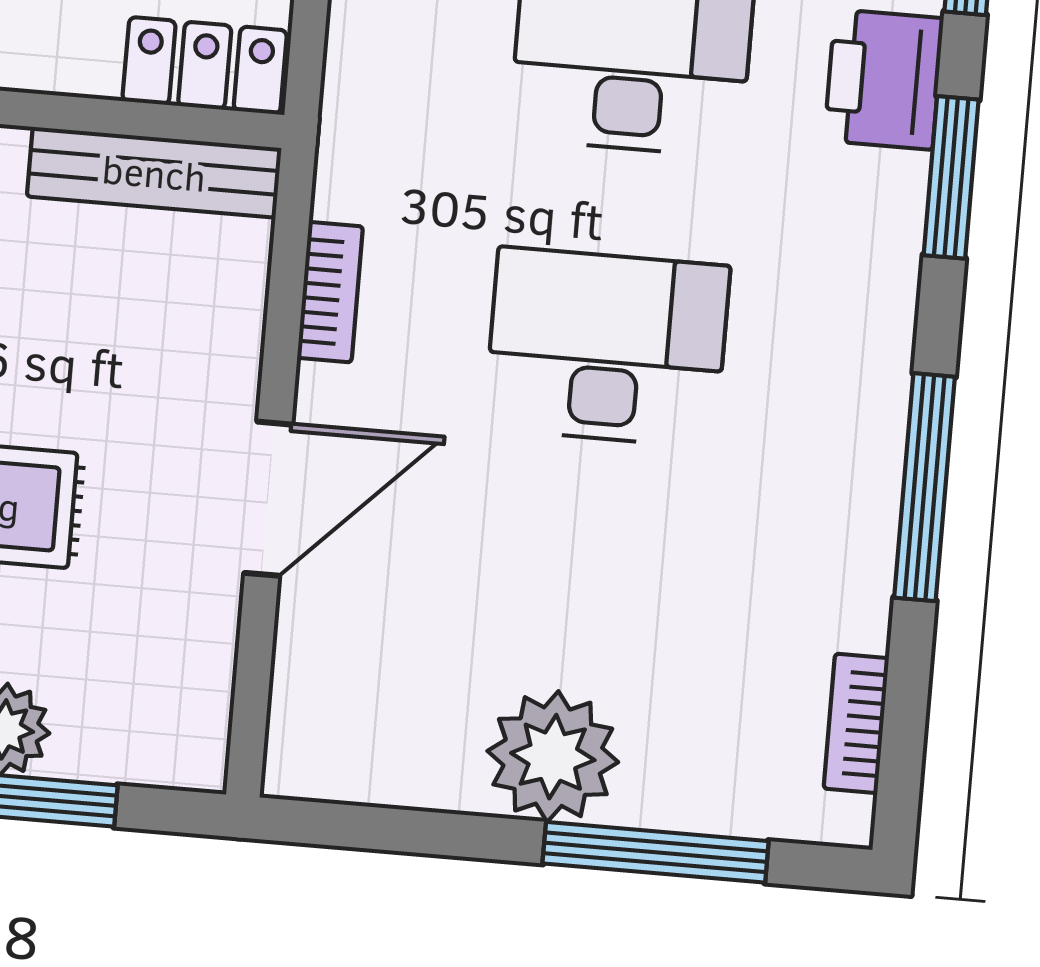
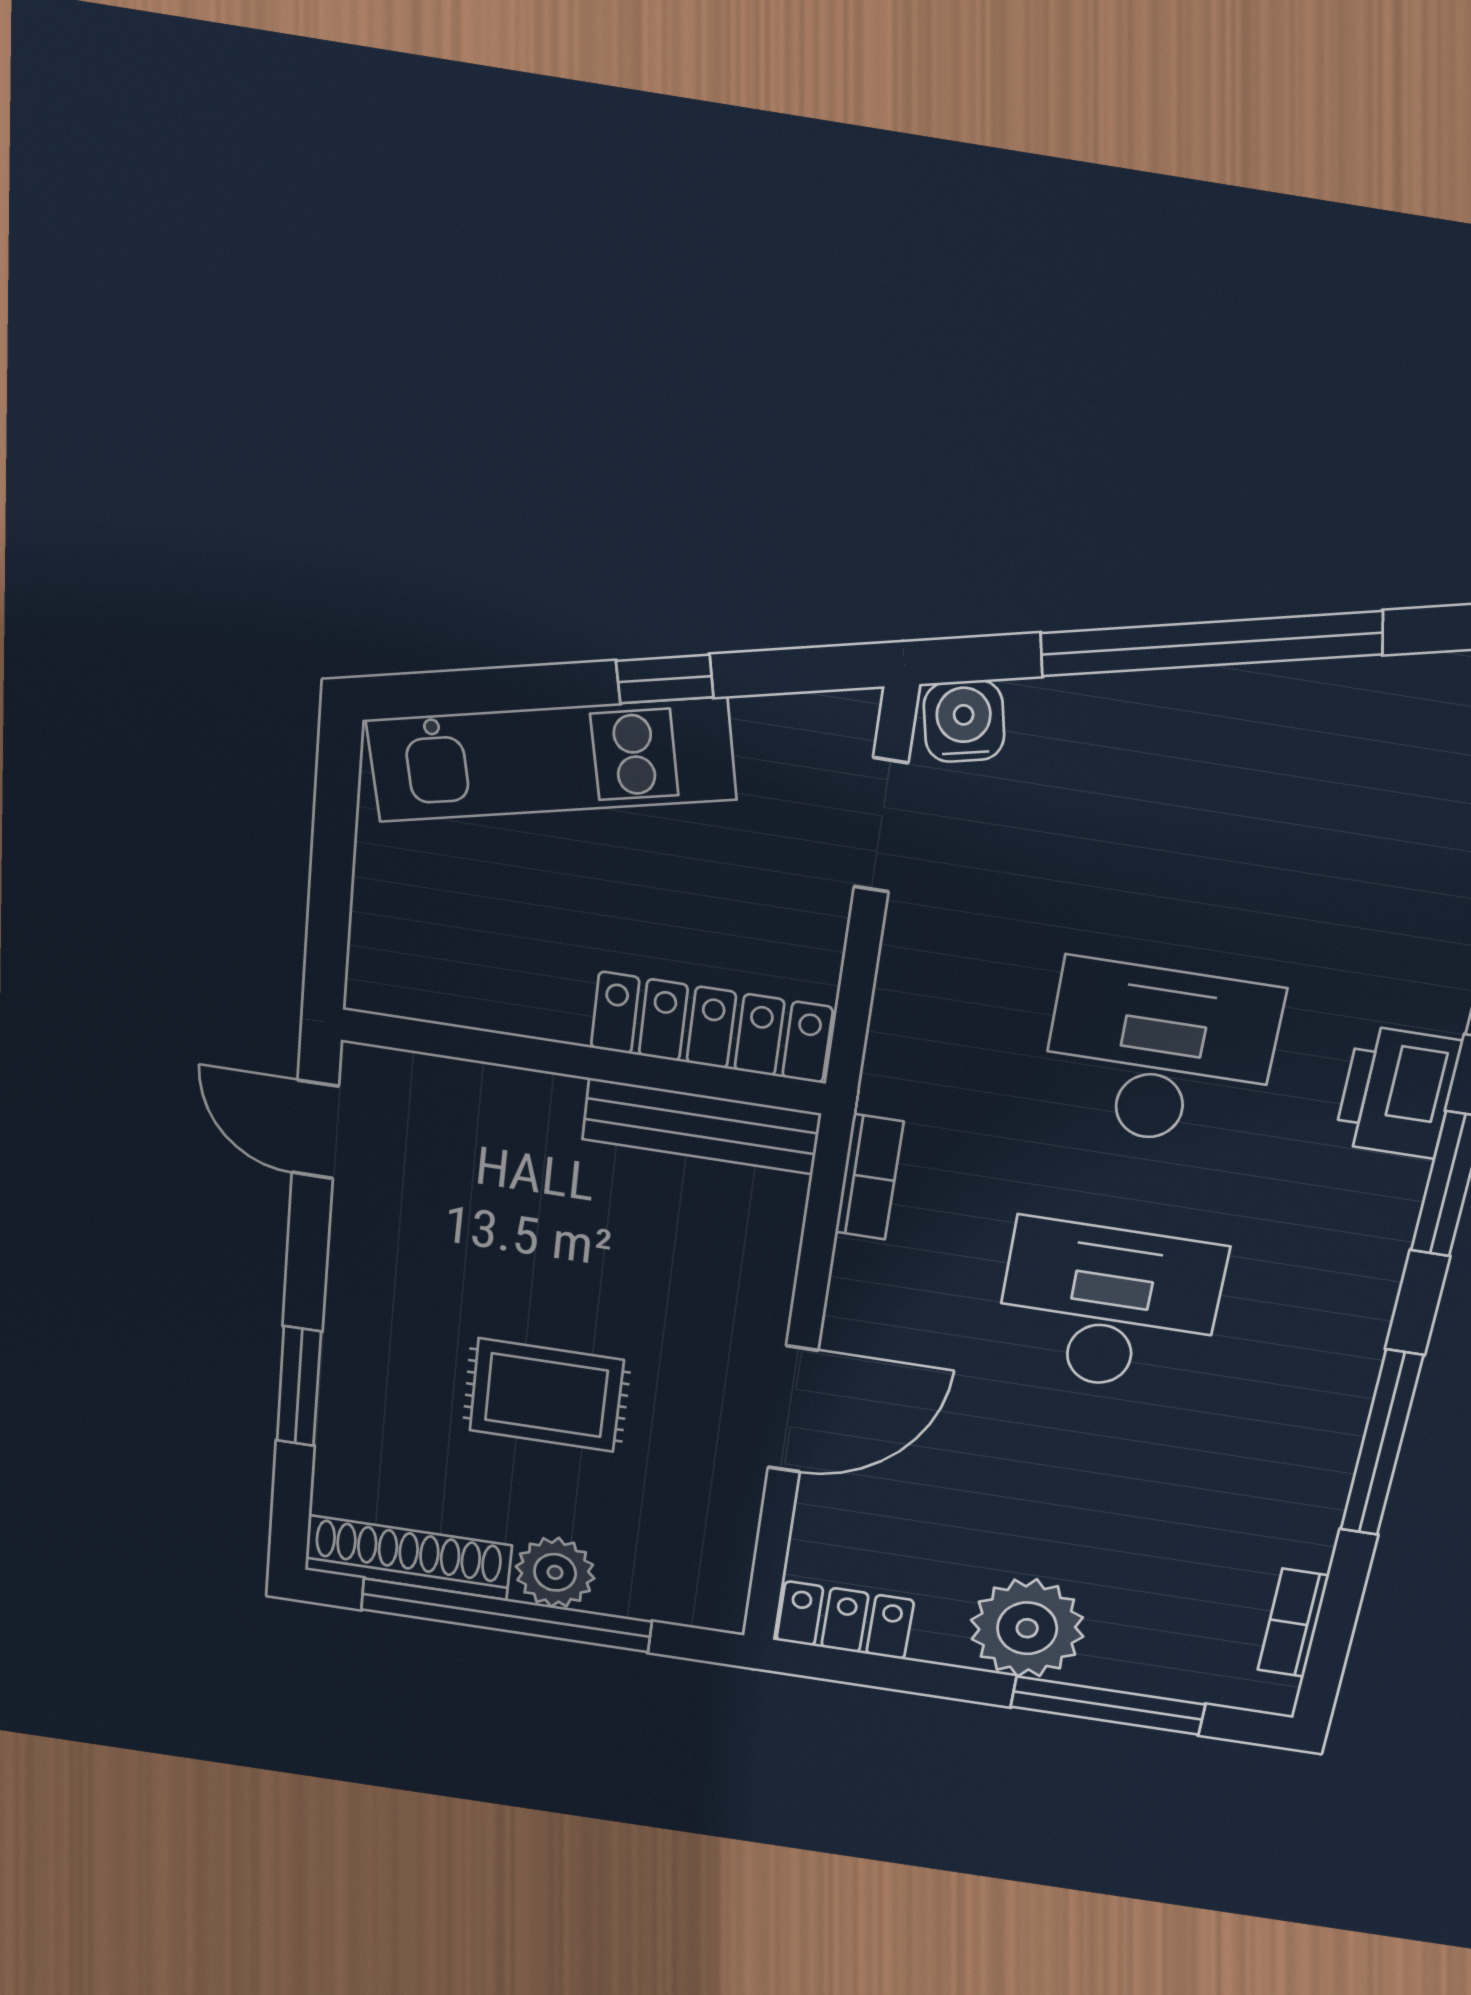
locker: (205, 66) -> (711, 1028), width x1.53
bookcase: (330, 292) -> (869, 1177), moved
locker: (342, 764) -> (845, 1620), added

